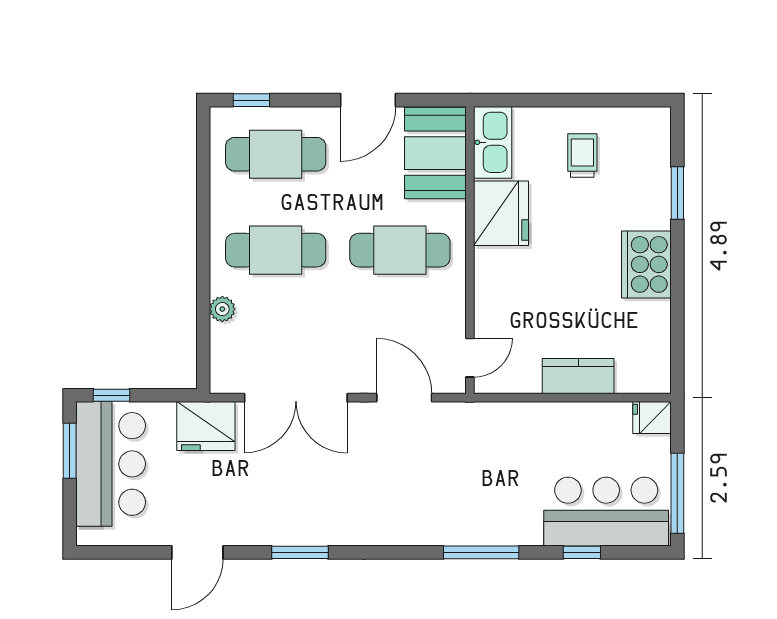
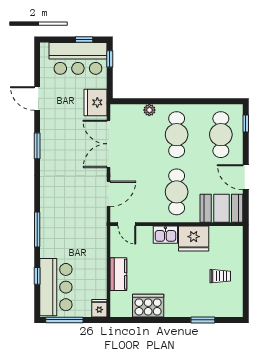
kitchen sink: (493, 142) -> (165, 235), moved, width x0.73
cooker: (646, 264) -> (148, 306), moved
window: (70, 451) -> (84, 40), width x0.67

